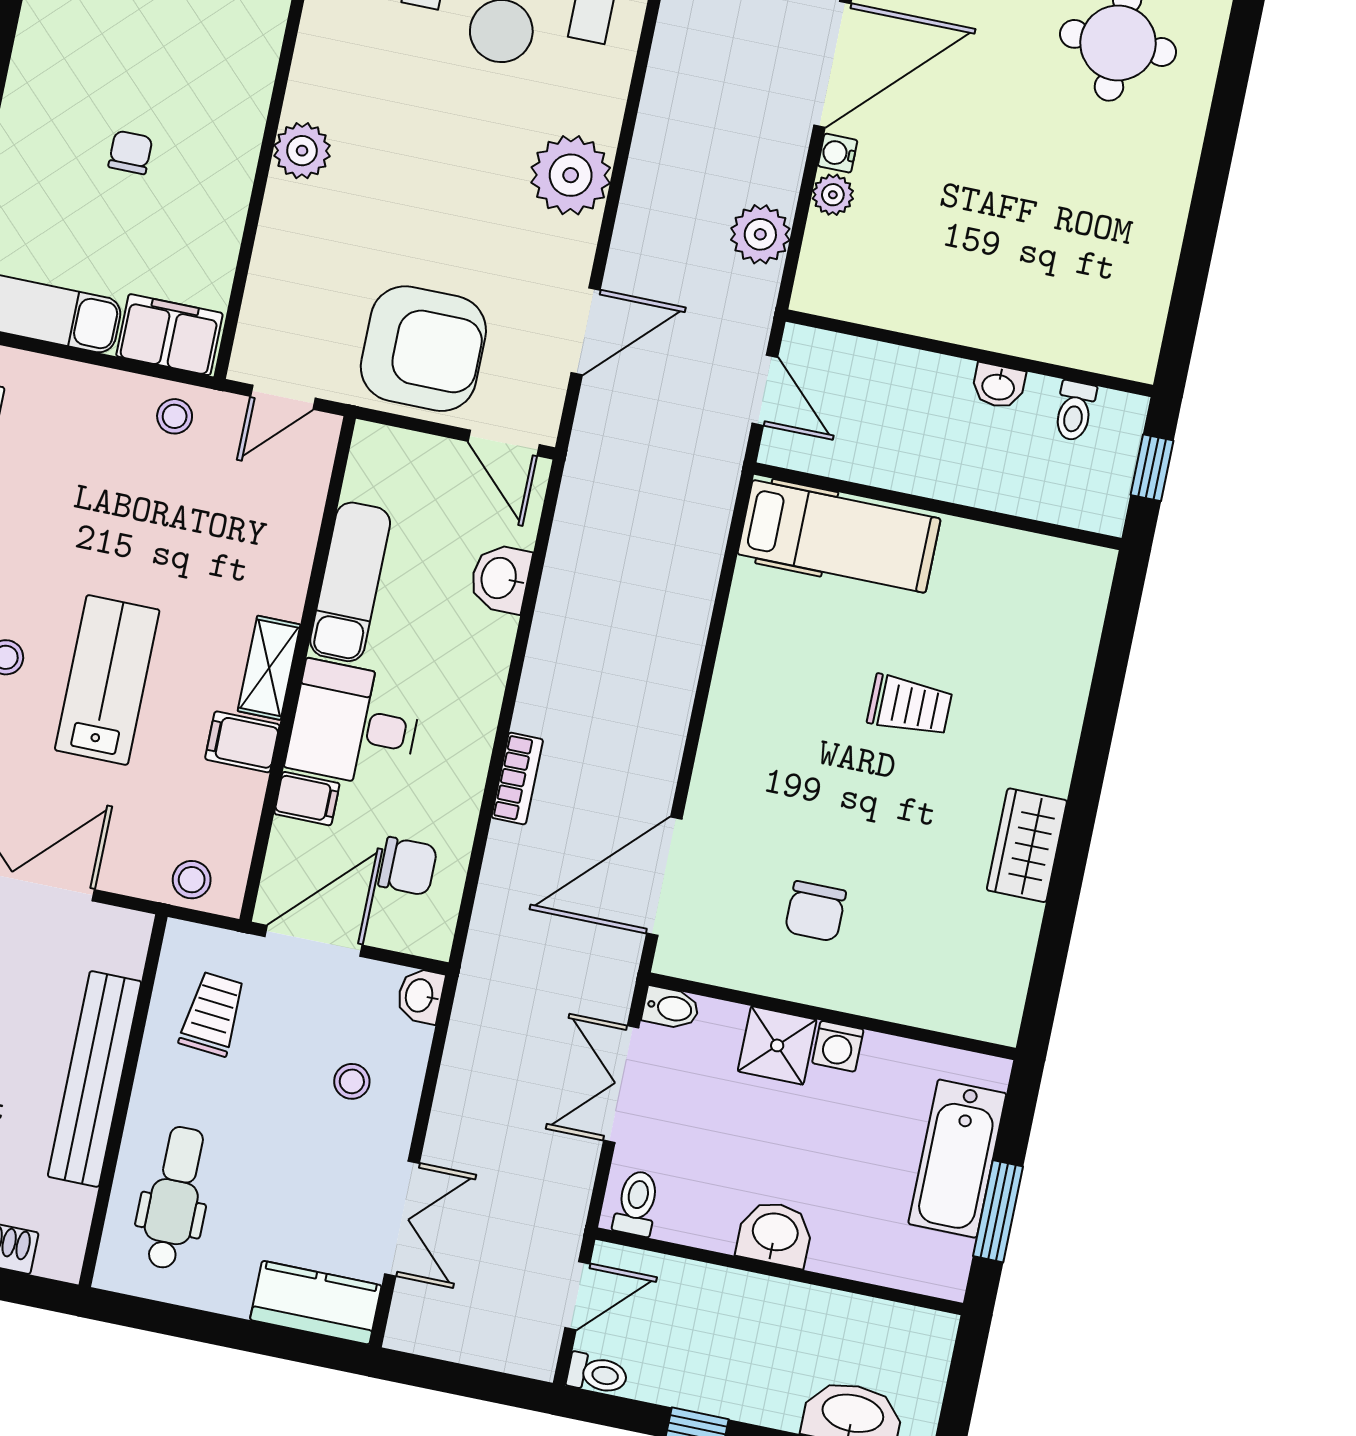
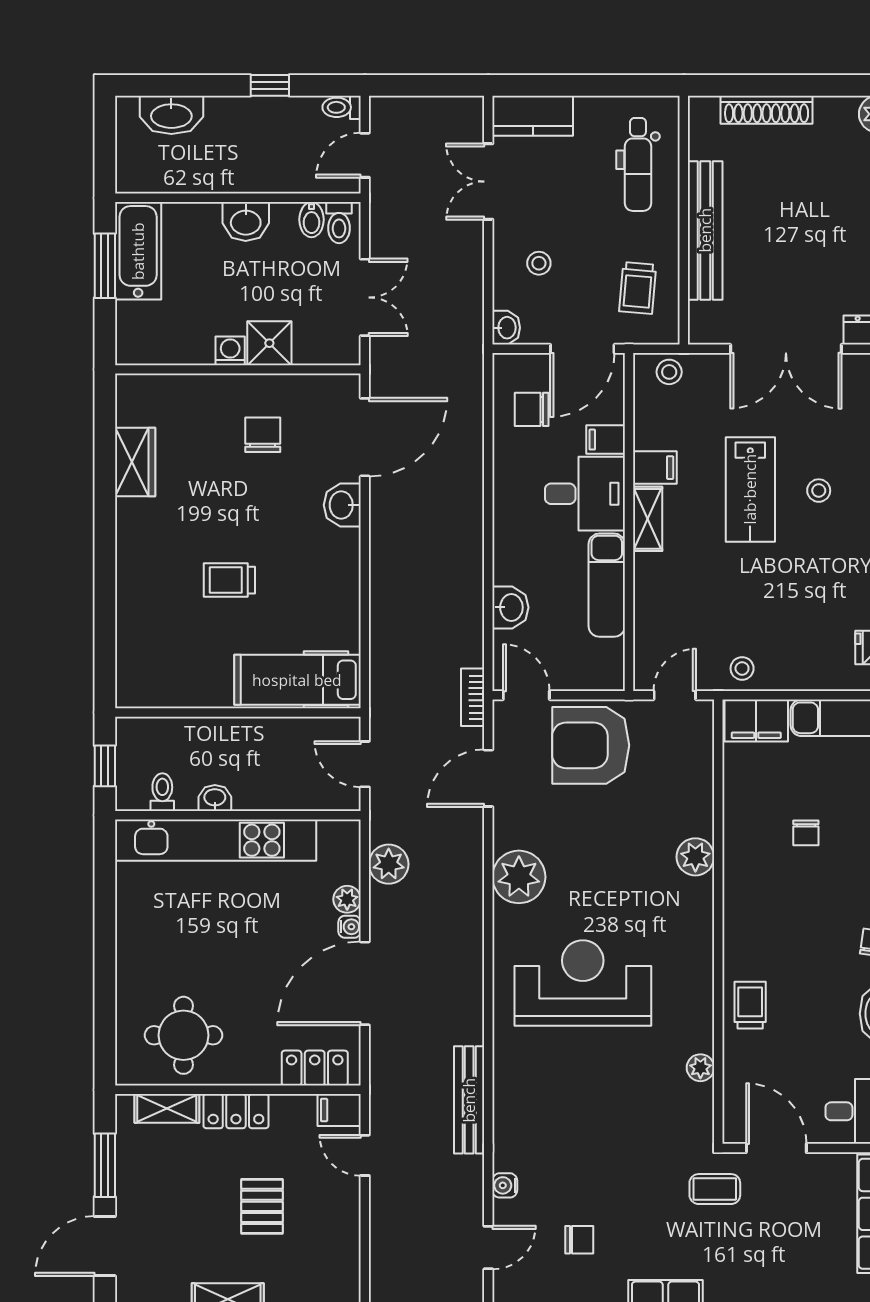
kitchen unit: (1010, 323) -> (216, 840), added
bookcase: (517, 779) -> (473, 697), moved
washbasin: (719, 782) -> (342, 505), added
wardrobe: (1027, 845) -> (135, 462), moved
bidet: (671, 1008) -> (312, 220), moved, turned -90
bathtub: (957, 1159) -> (138, 251), moved

